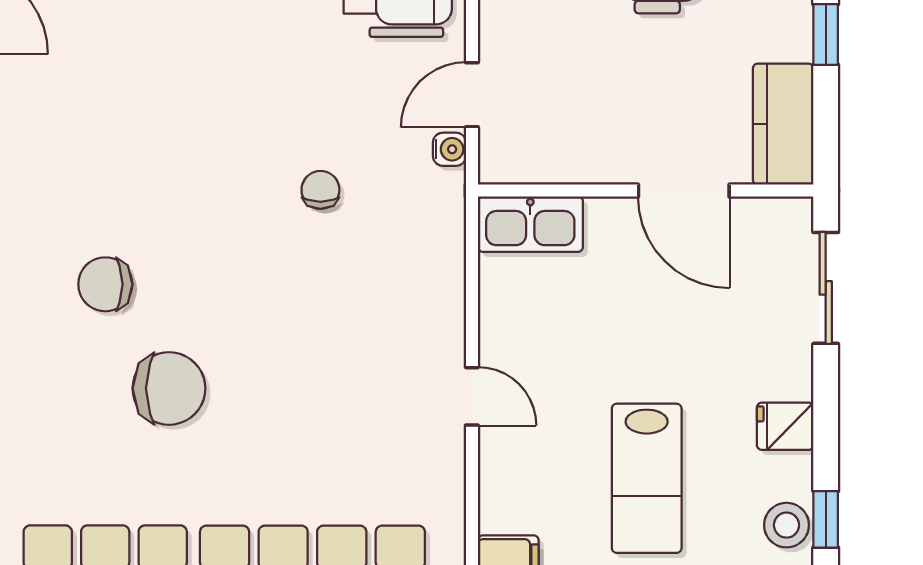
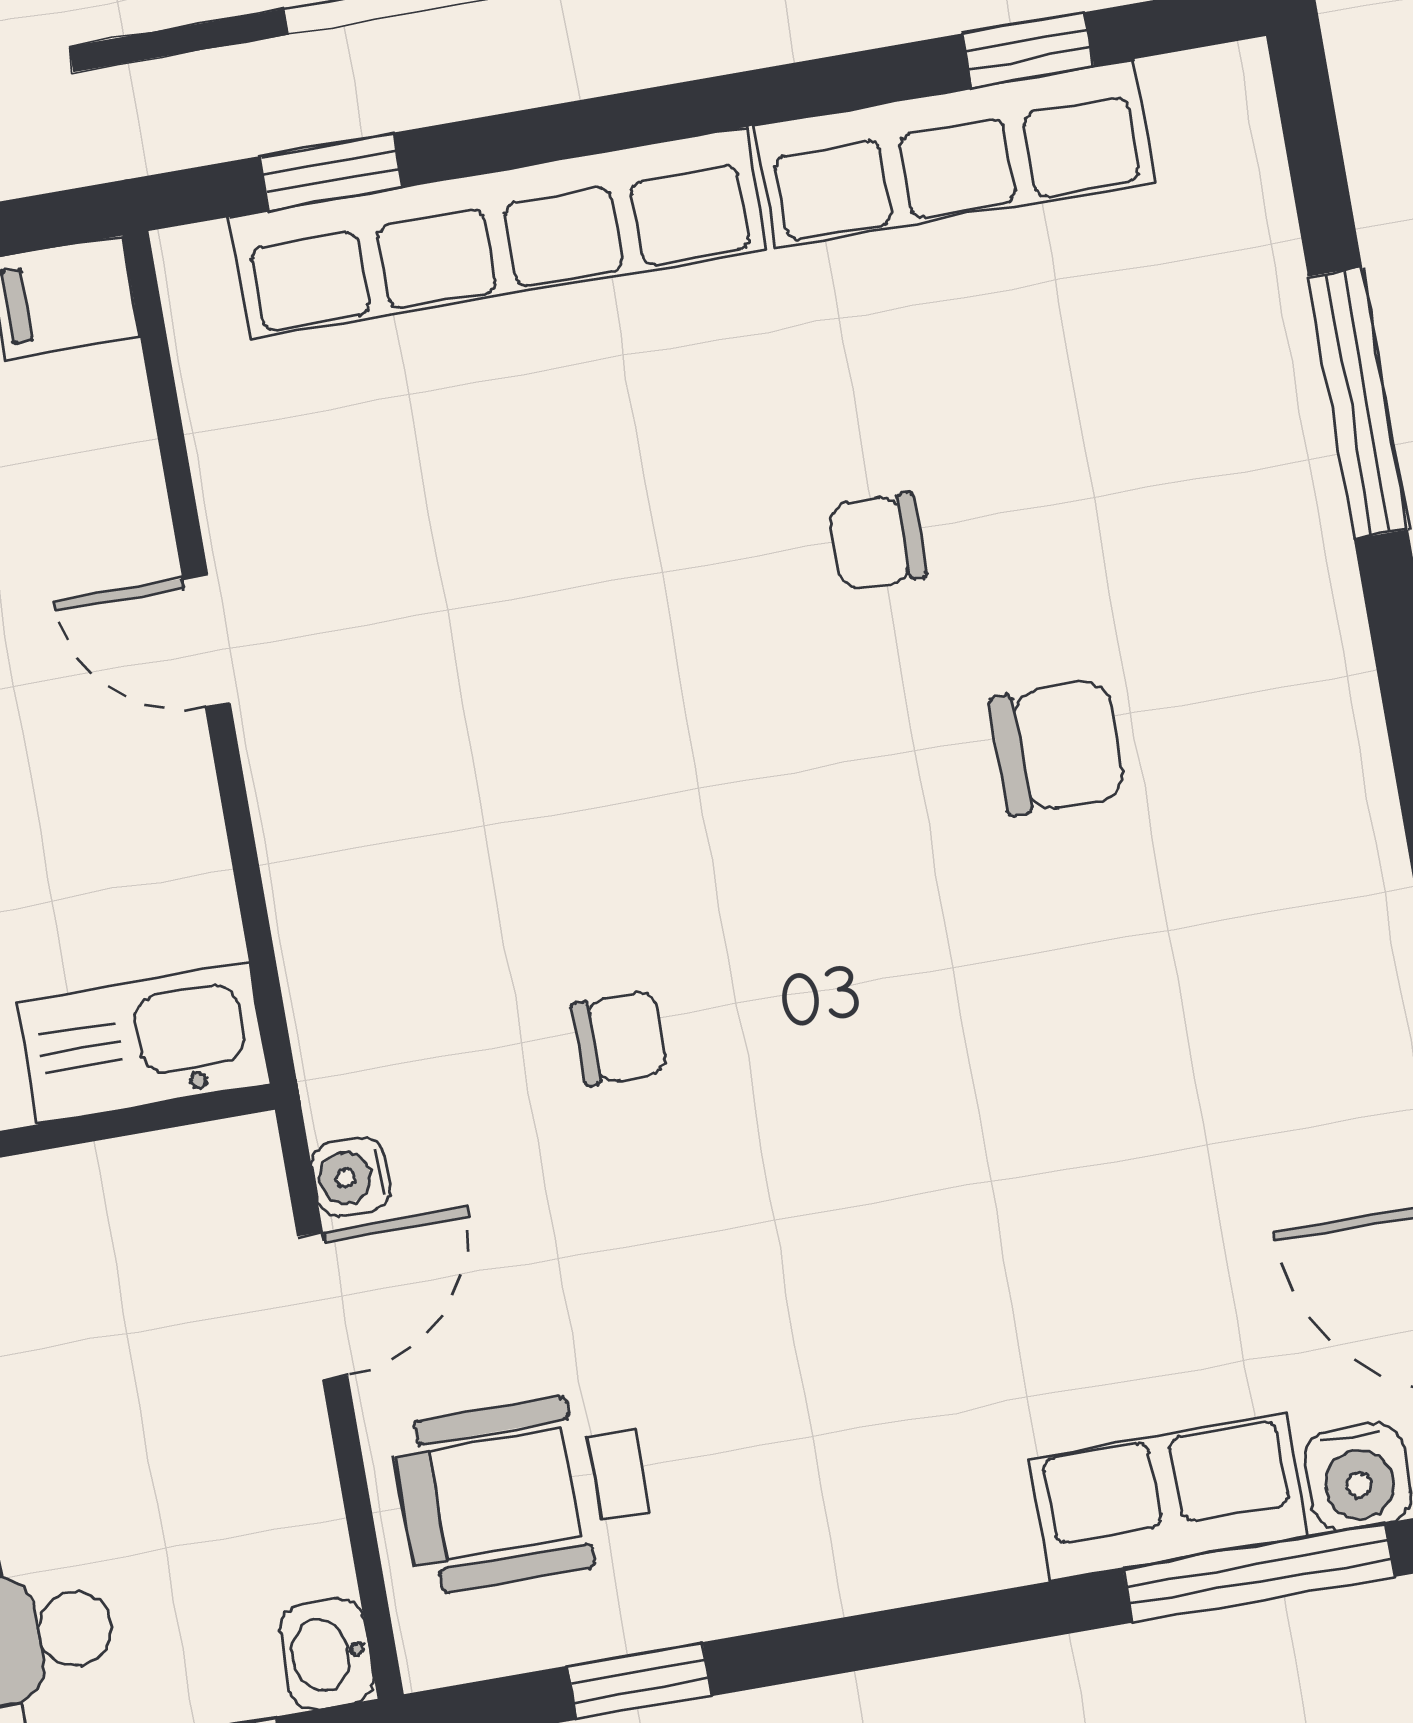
chair: (320, 190) -> (620, 1038), turned -90
chair: (169, 388) -> (877, 542), width x0.54, depth x0.54

